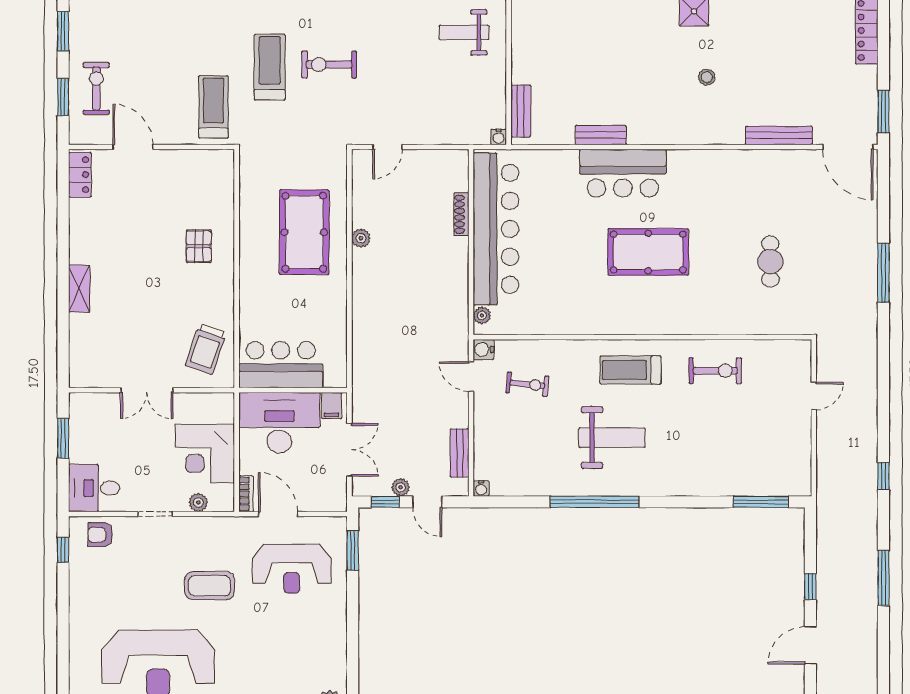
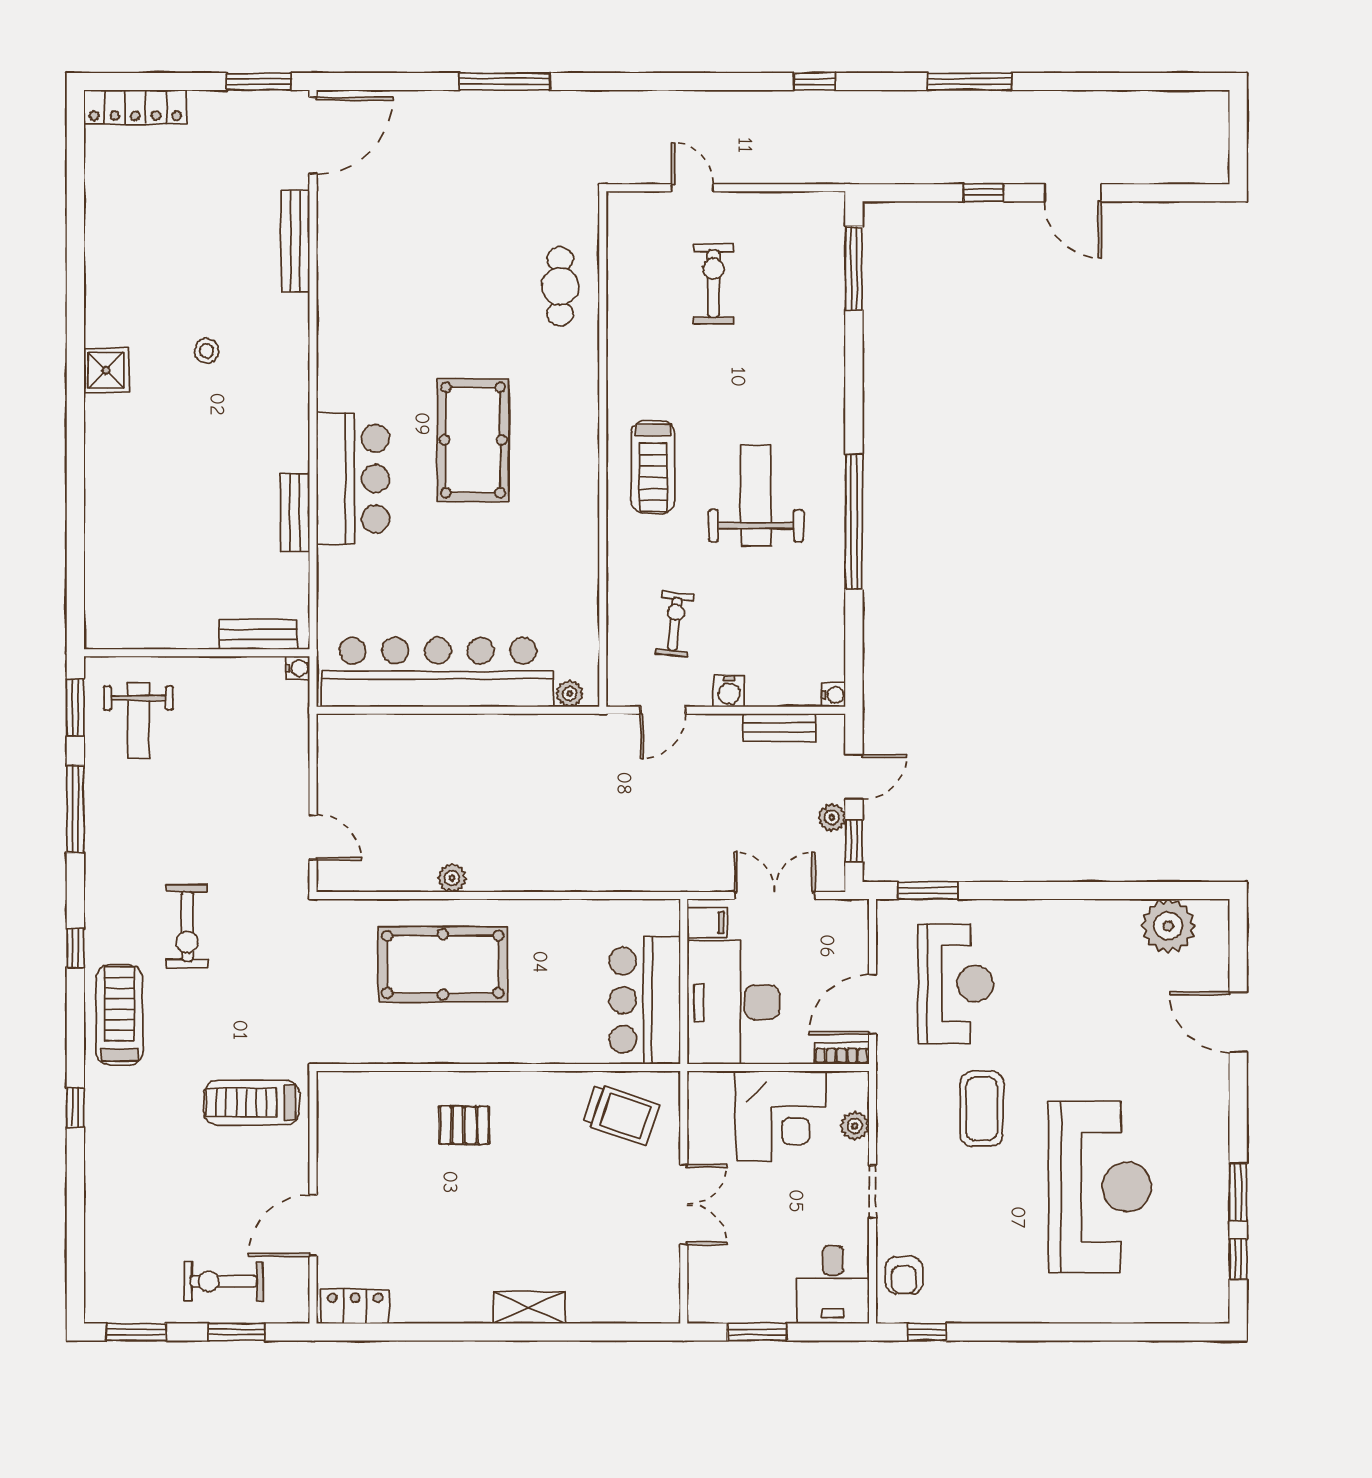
treadmill: (270, 67) -> (119, 1015), moved, turned 90
shoe rack: (461, 214) -> (415, 725), removed
cafe table: (770, 261) -> (560, 286), moved, turned 90
water cooler: (483, 350) -> (729, 691), moved
exercise bike: (715, 371) -> (713, 284), moved

